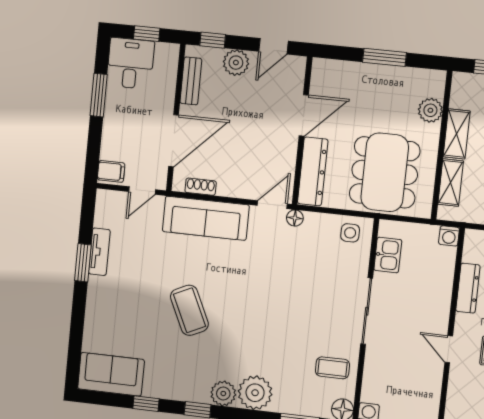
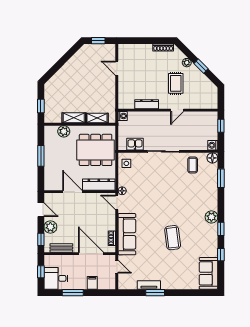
filing cabinet: (111, 171) -> (92, 283), moved
coffee table: (189, 310) -> (173, 238), turned -72
plant: (255, 393) -> (209, 201), removed

